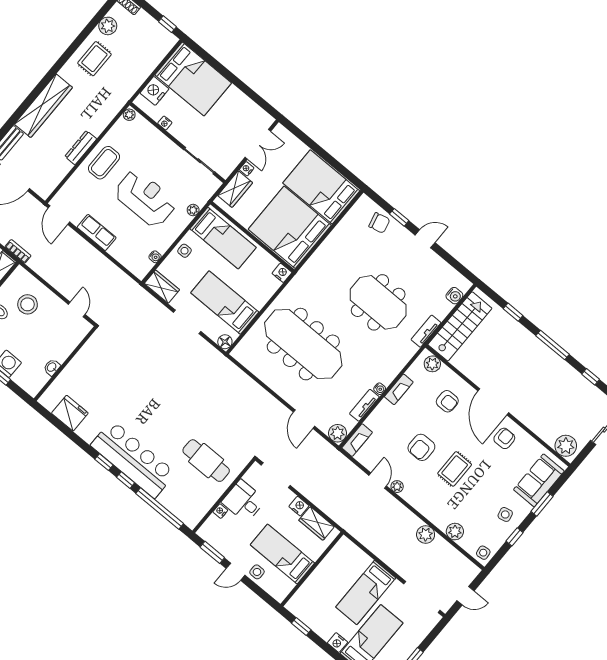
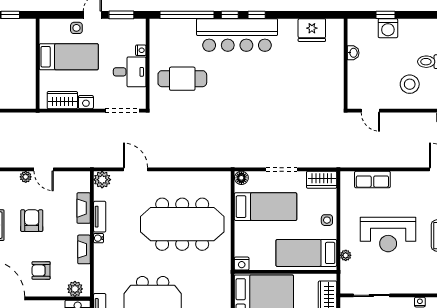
row of seats: (97, 233) -> (372, 180), moved
water cooler: (155, 257) -> (345, 198), removed
fireplace: (357, 440) -> (84, 208), moved

